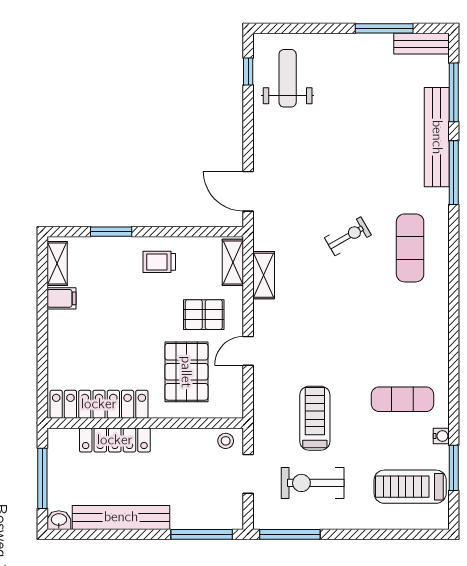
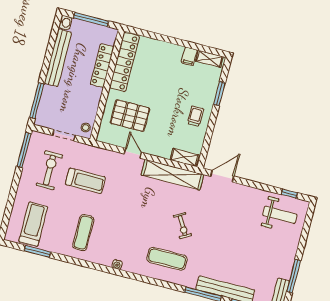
shelving: (264, 275) -> (172, 175), width x2.20, depth x1.33
pallet: (204, 315) -> (160, 134), removed
water cooler: (441, 436) -> (117, 264), moved

